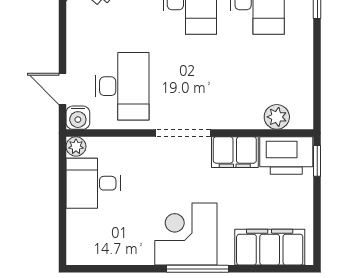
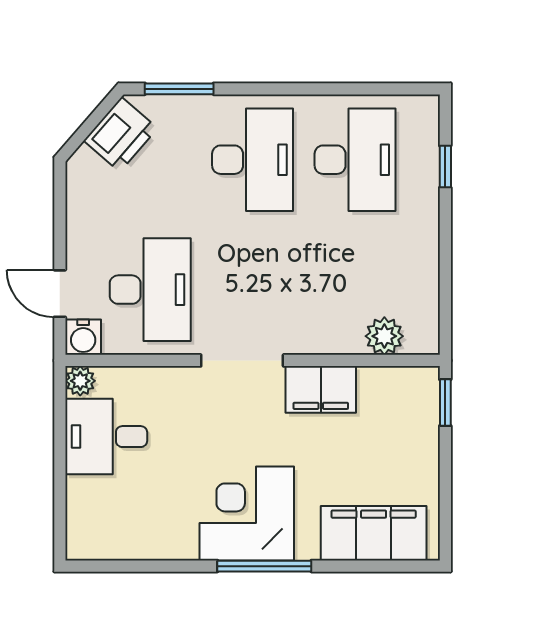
printer: (286, 156) -> (399, 395), removed

